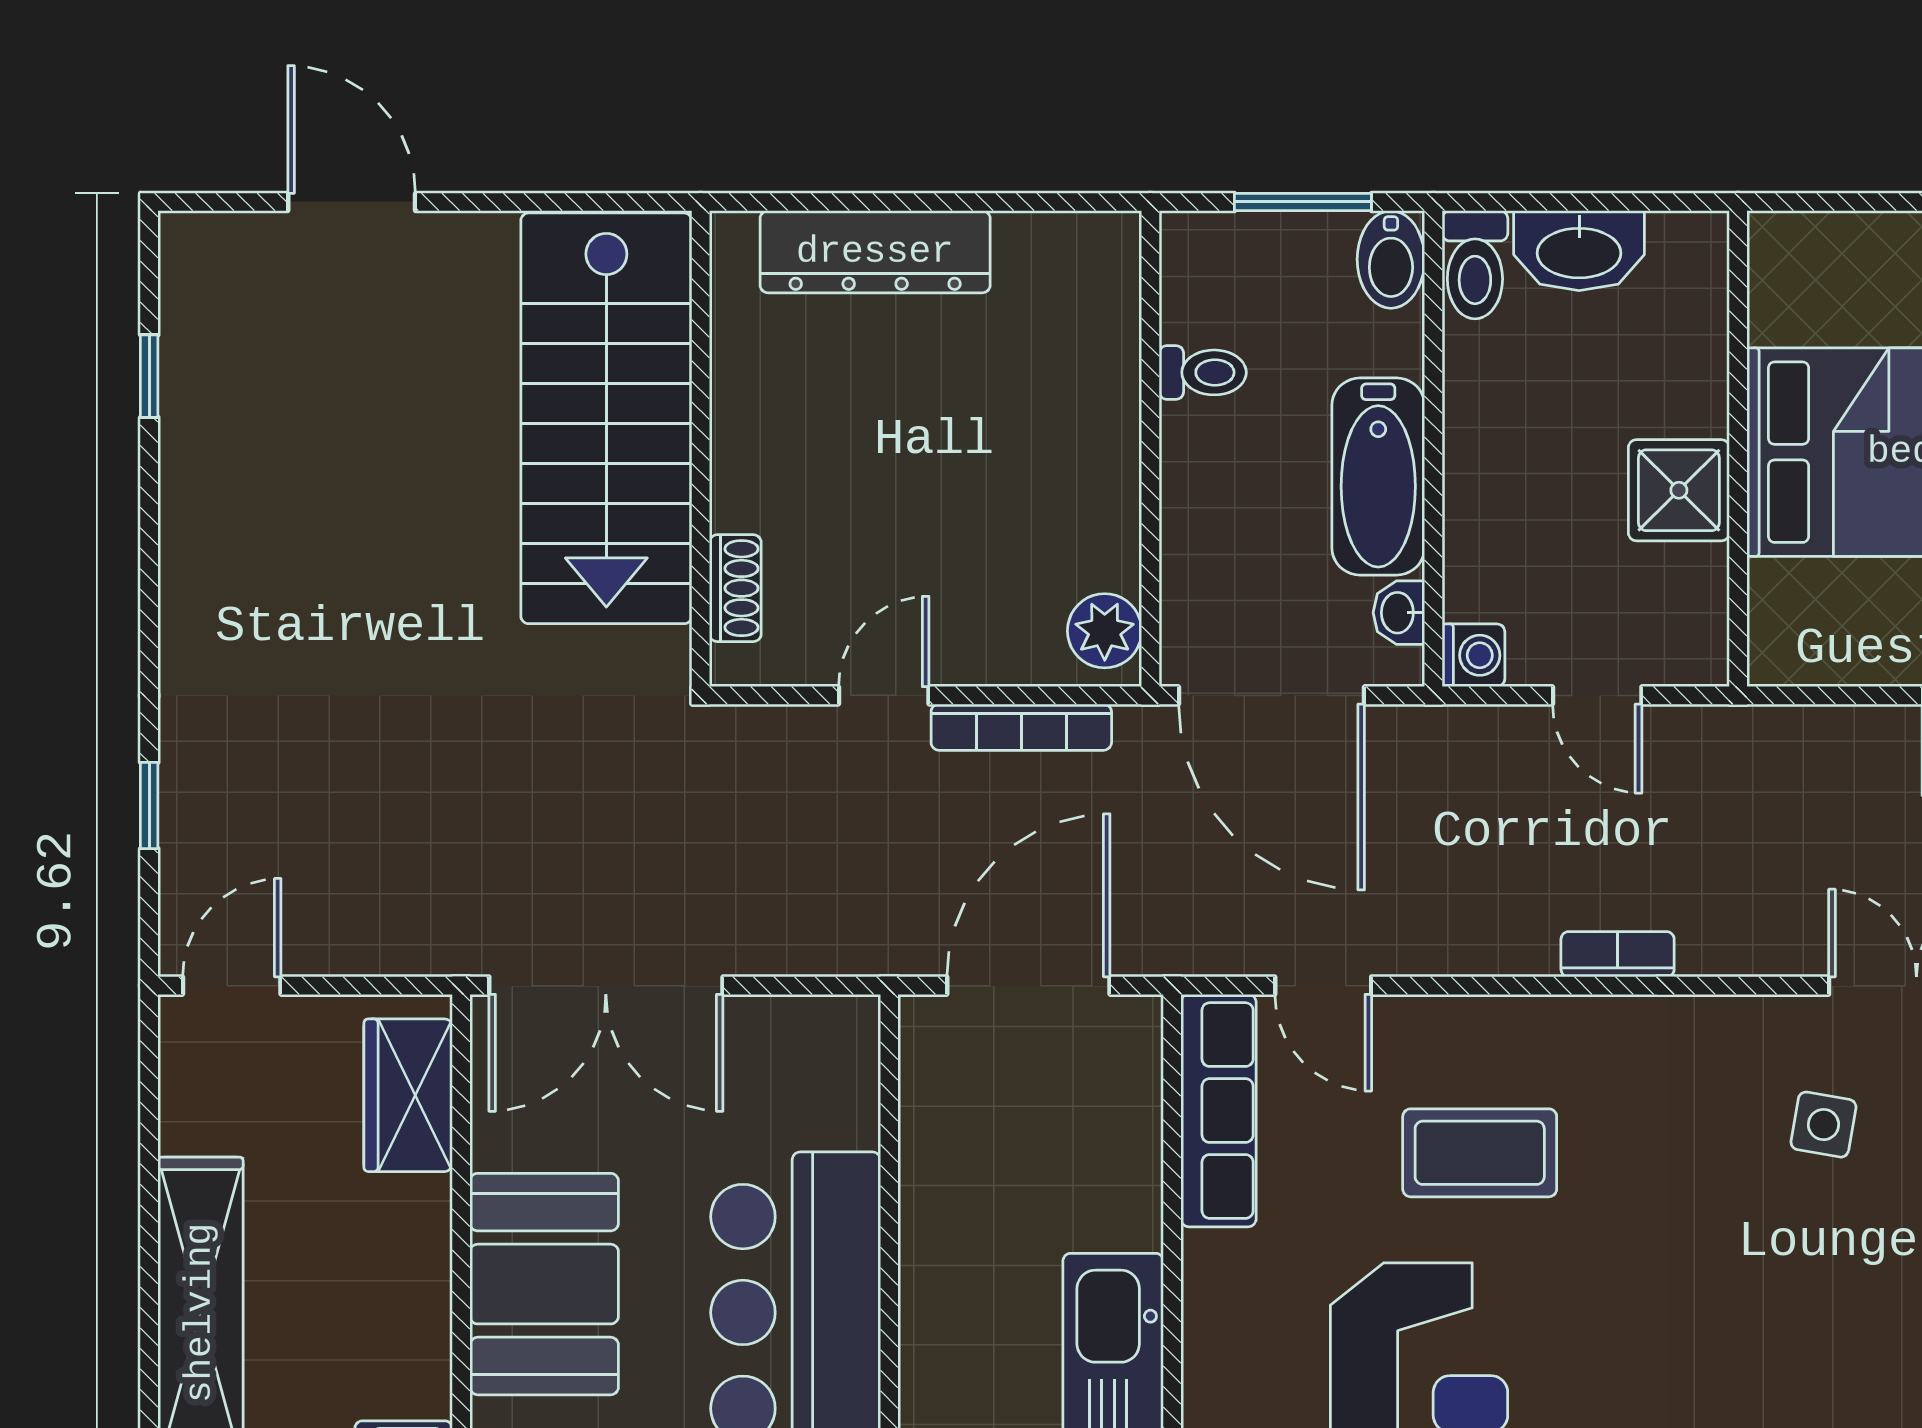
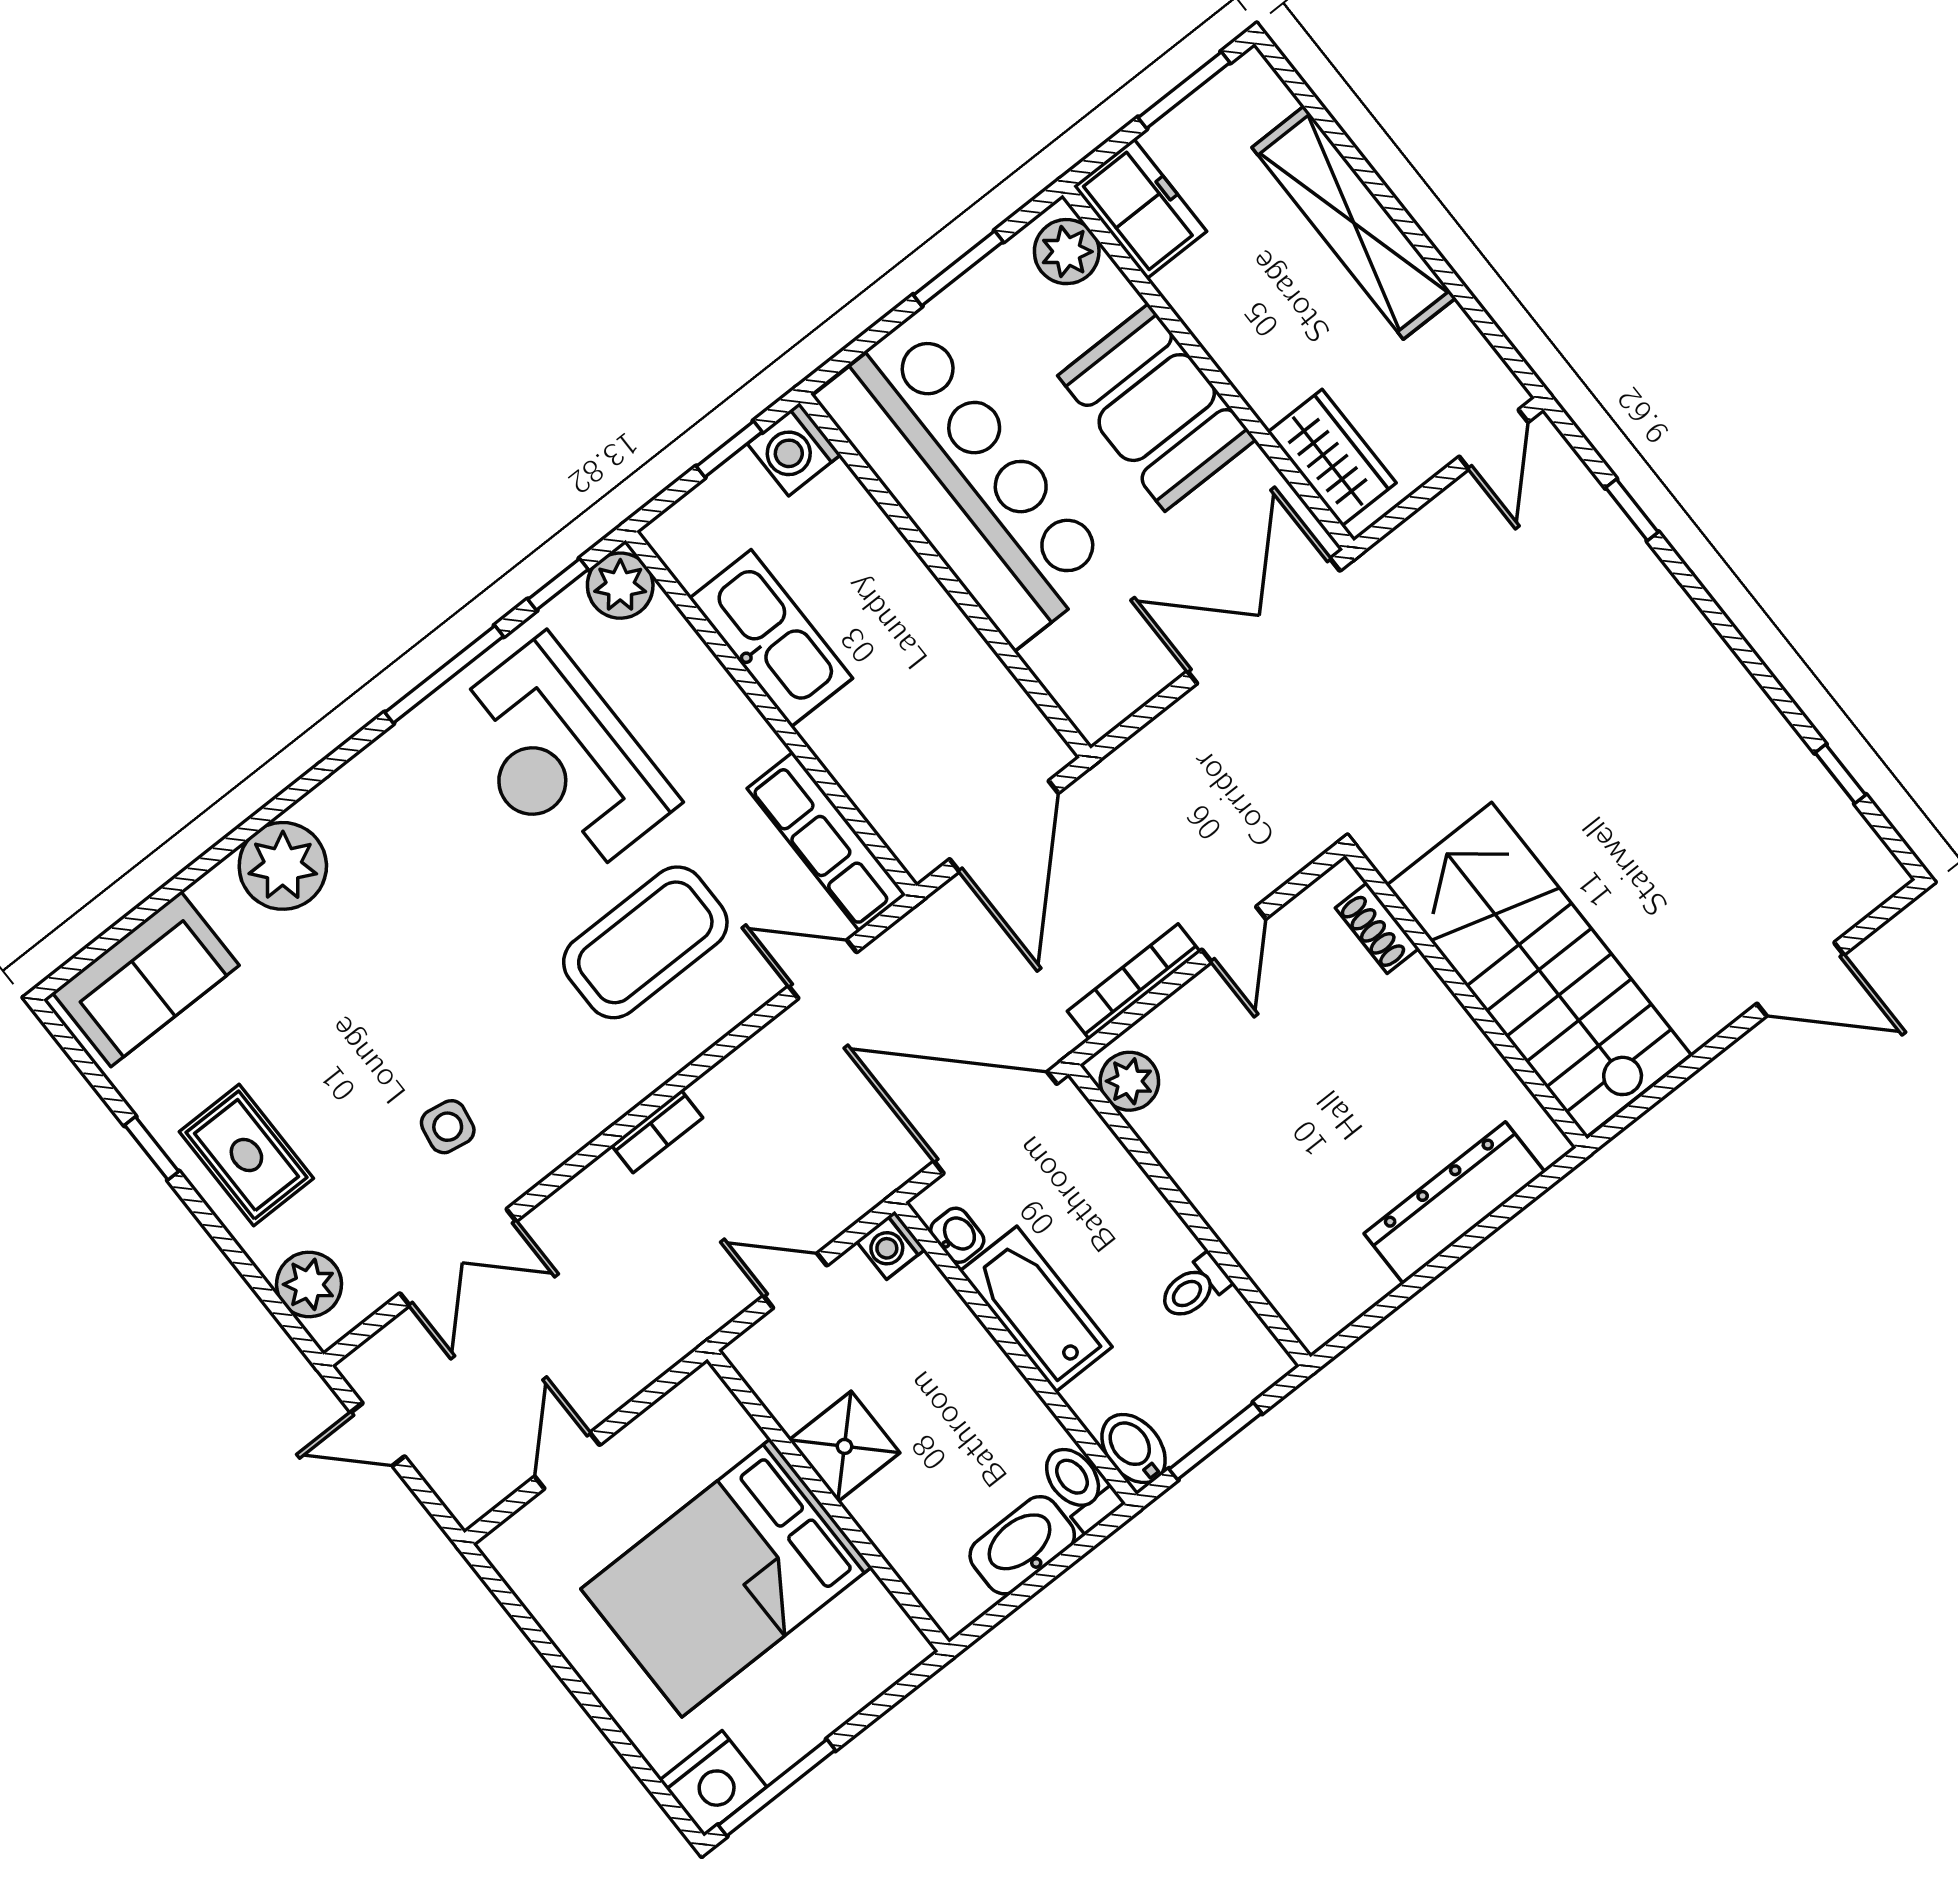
coffee table: (1480, 1153) -> (645, 942), width x1.36, depth x1.32

